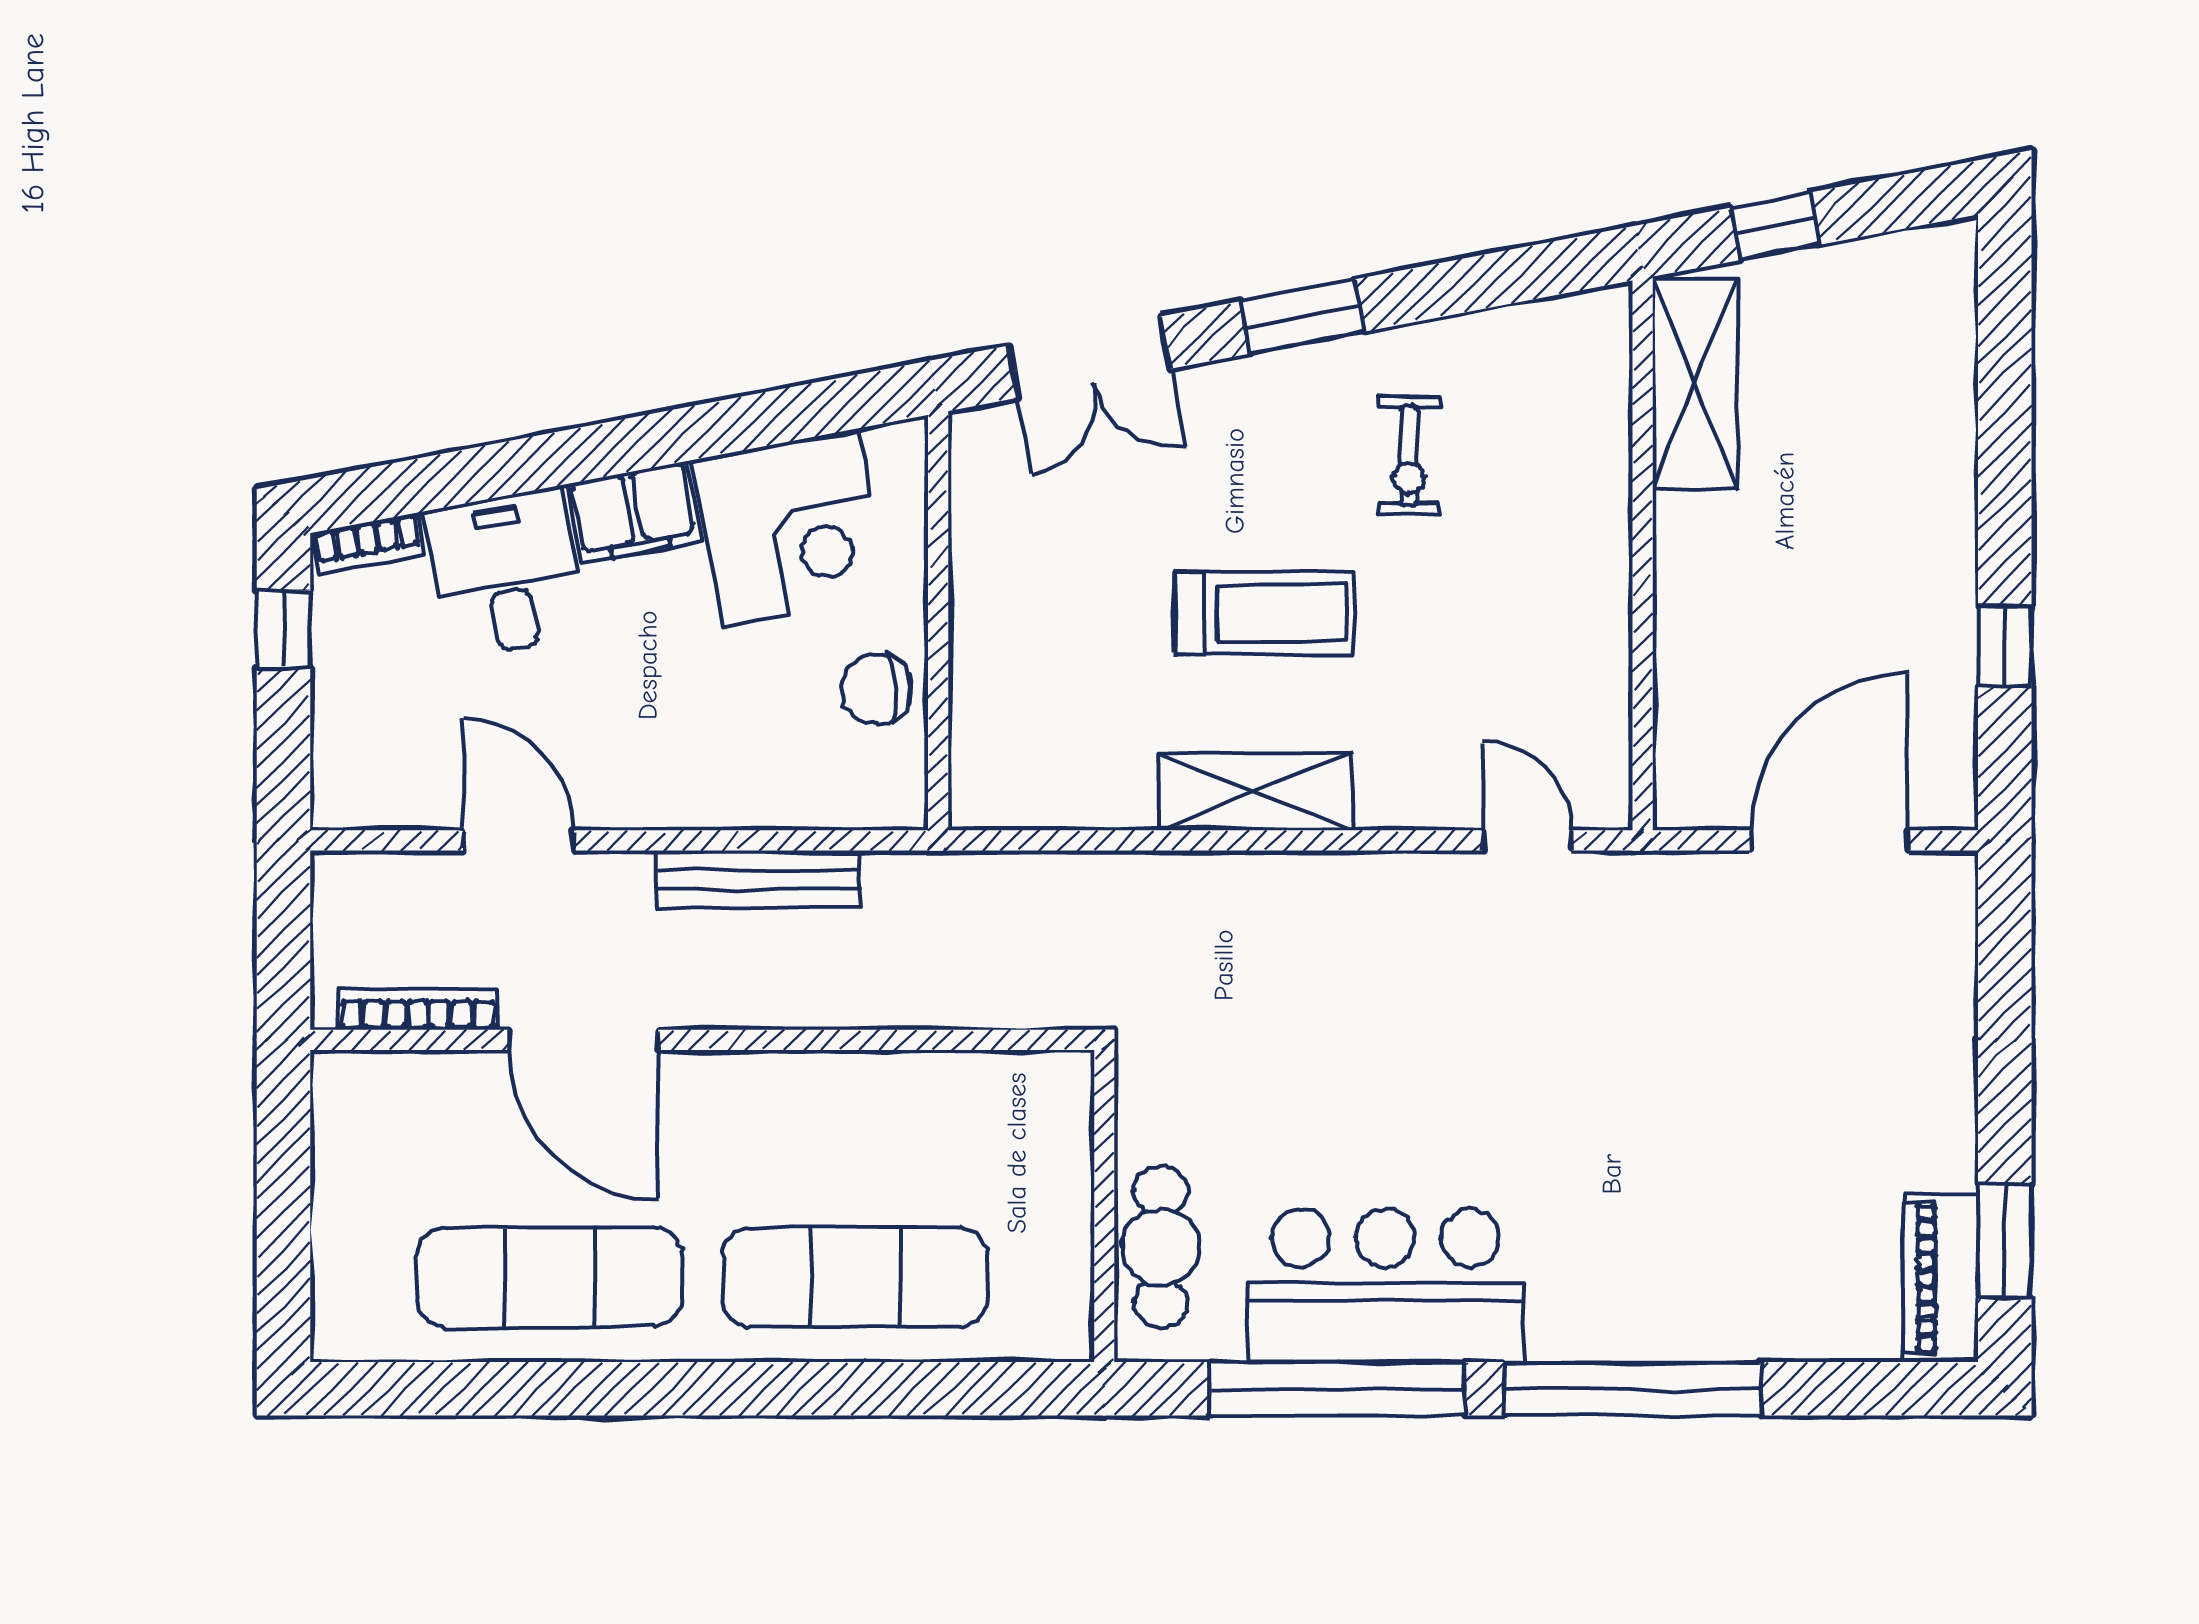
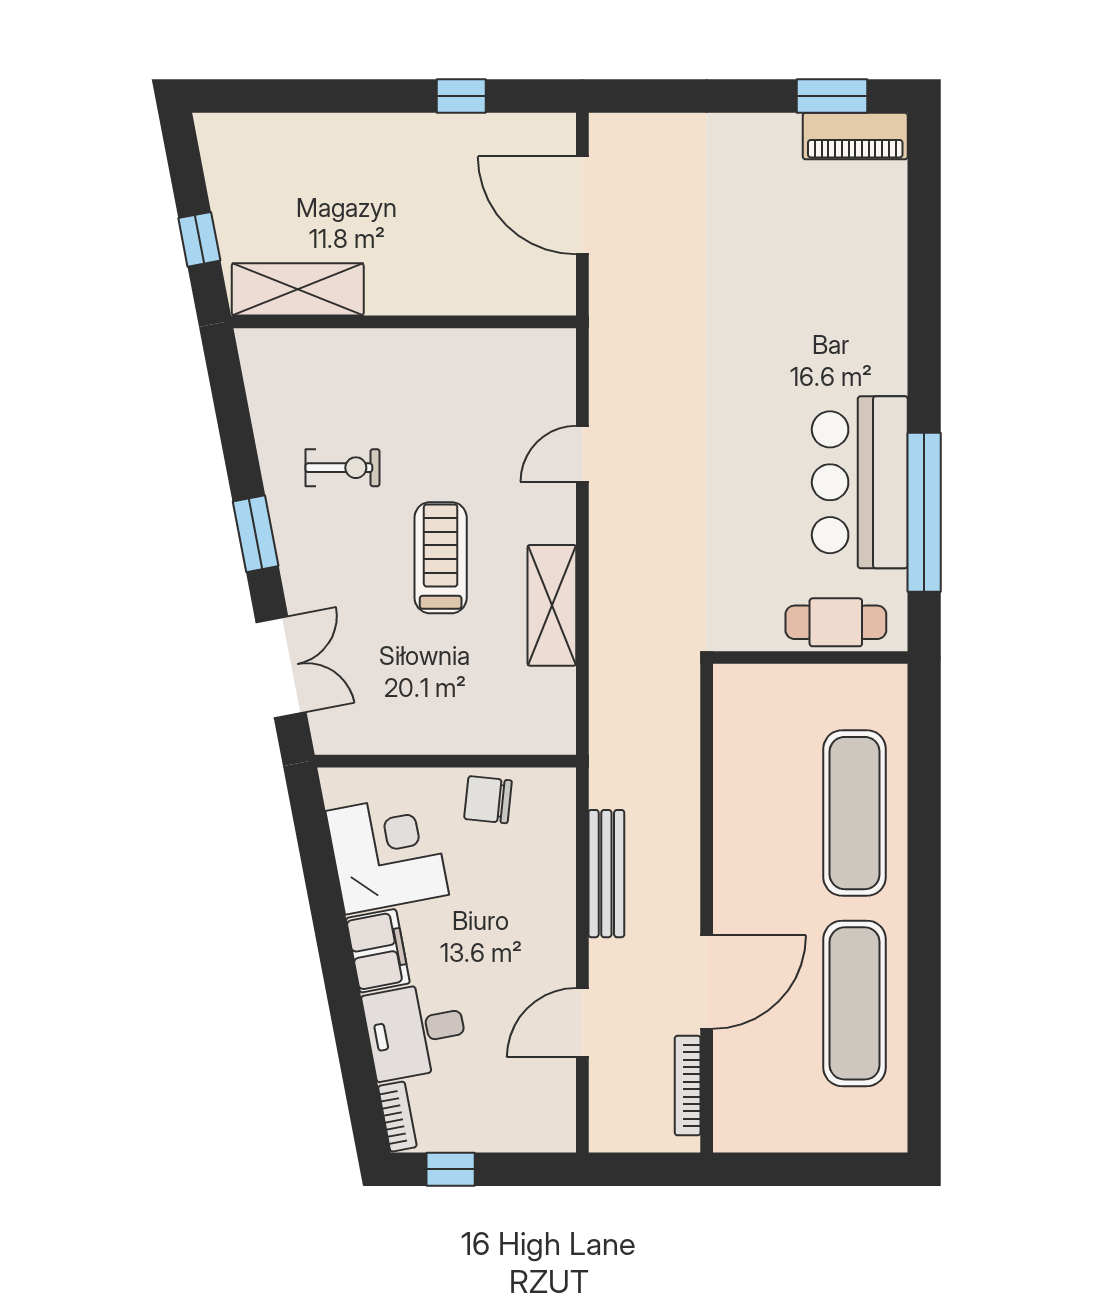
chair: (876, 689) -> (488, 800), turned 99
shelving: (1255, 792) -> (552, 605), moved
door: (1527, 840) -> (582, 454), moved
window: (1633, 1389) -> (924, 328), removed

